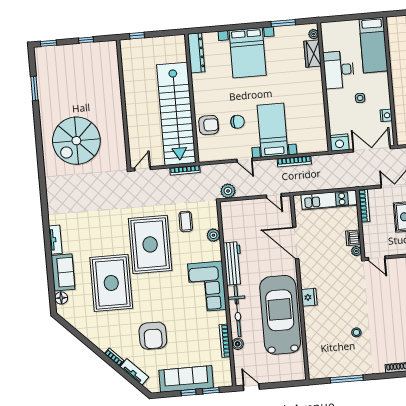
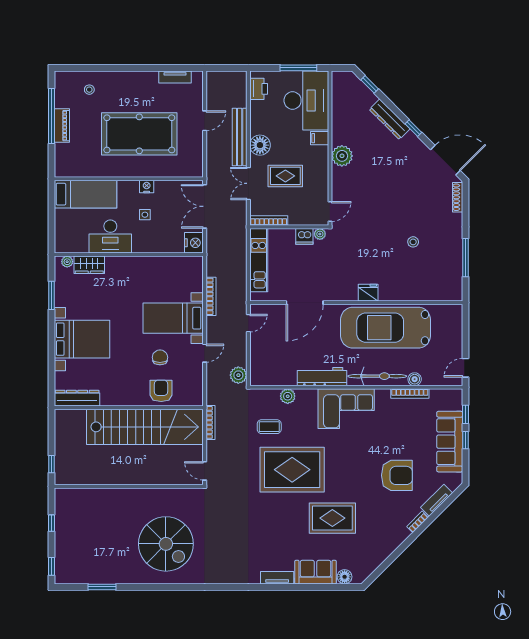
nightstand: (386, 115) -> (147, 187), moved
rug: (111, 283) -> (332, 518), width x0.73, depth x0.69

